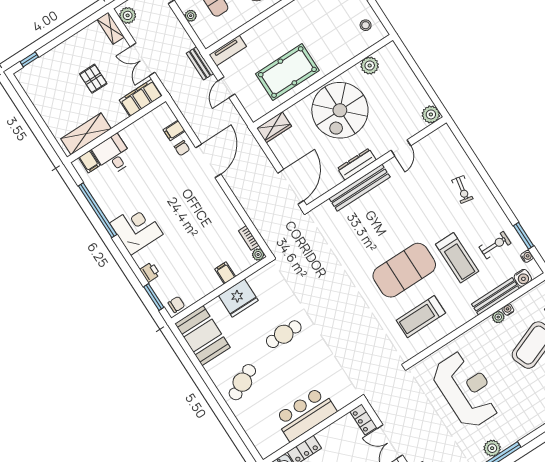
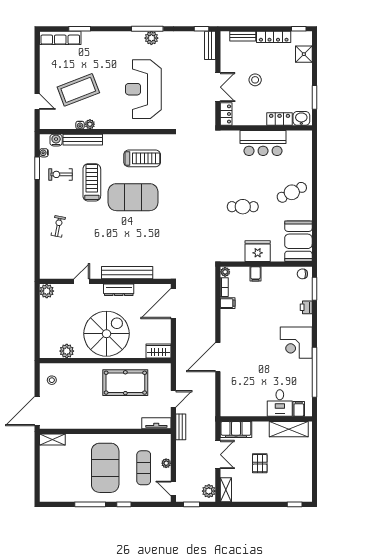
filing cabinet: (174, 130) -> (228, 303), moved
chair: (182, 148) -> (230, 377), removed

